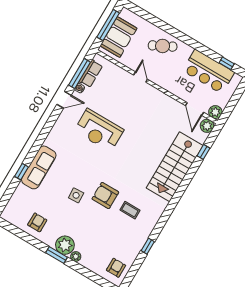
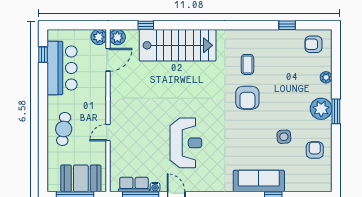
cafe table: (163, 46) -> (64, 129), turned 34
side table: (76, 195) -> (284, 137), moved
armchair: (37, 222) -> (315, 150), turned 90
window: (148, 246) -> (287, 25), moved
plant: (76, 256) -> (326, 77), moved

